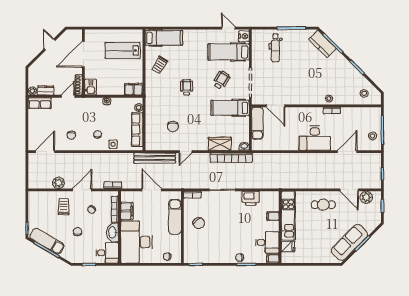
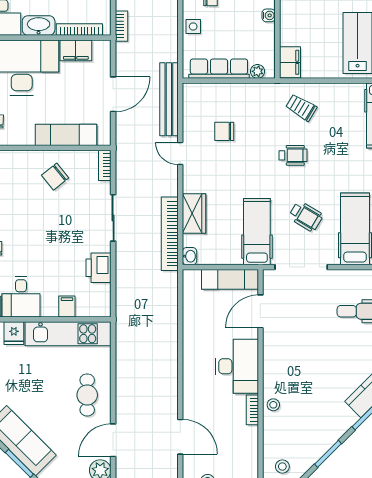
trolley: (160, 65) -> (301, 108), moved
desk: (315, 138) -> (237, 366), moved, turned 180

